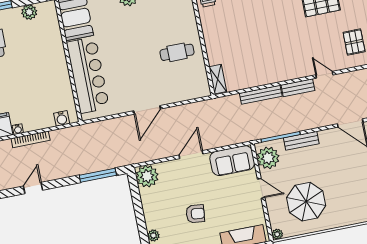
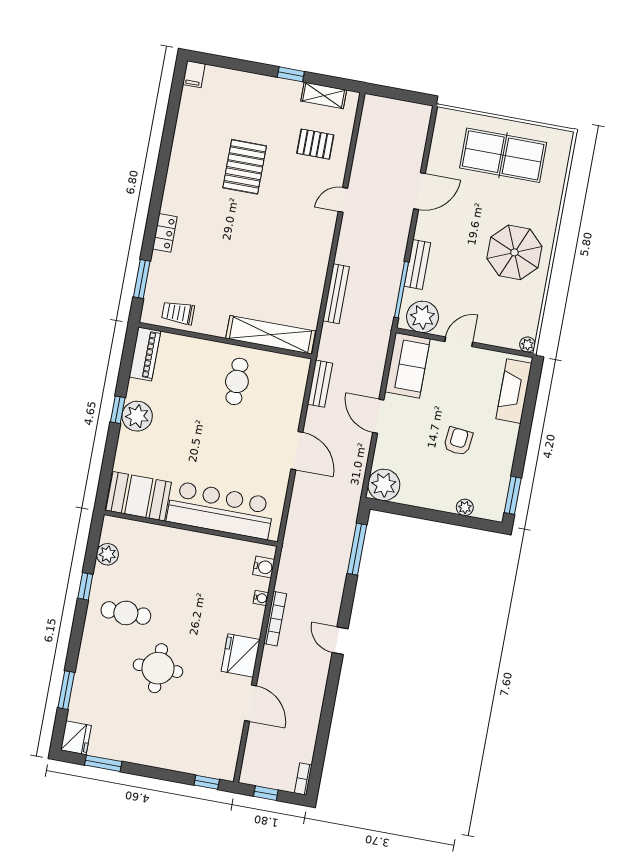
shelving: (218, 79) -> (271, 335), width x2.20, depth x1.33
bench: (298, 88) -> (320, 384), moved
water cooler: (18, 129) -> (261, 598), moved
parasol: (306, 202) -> (514, 252), moved

